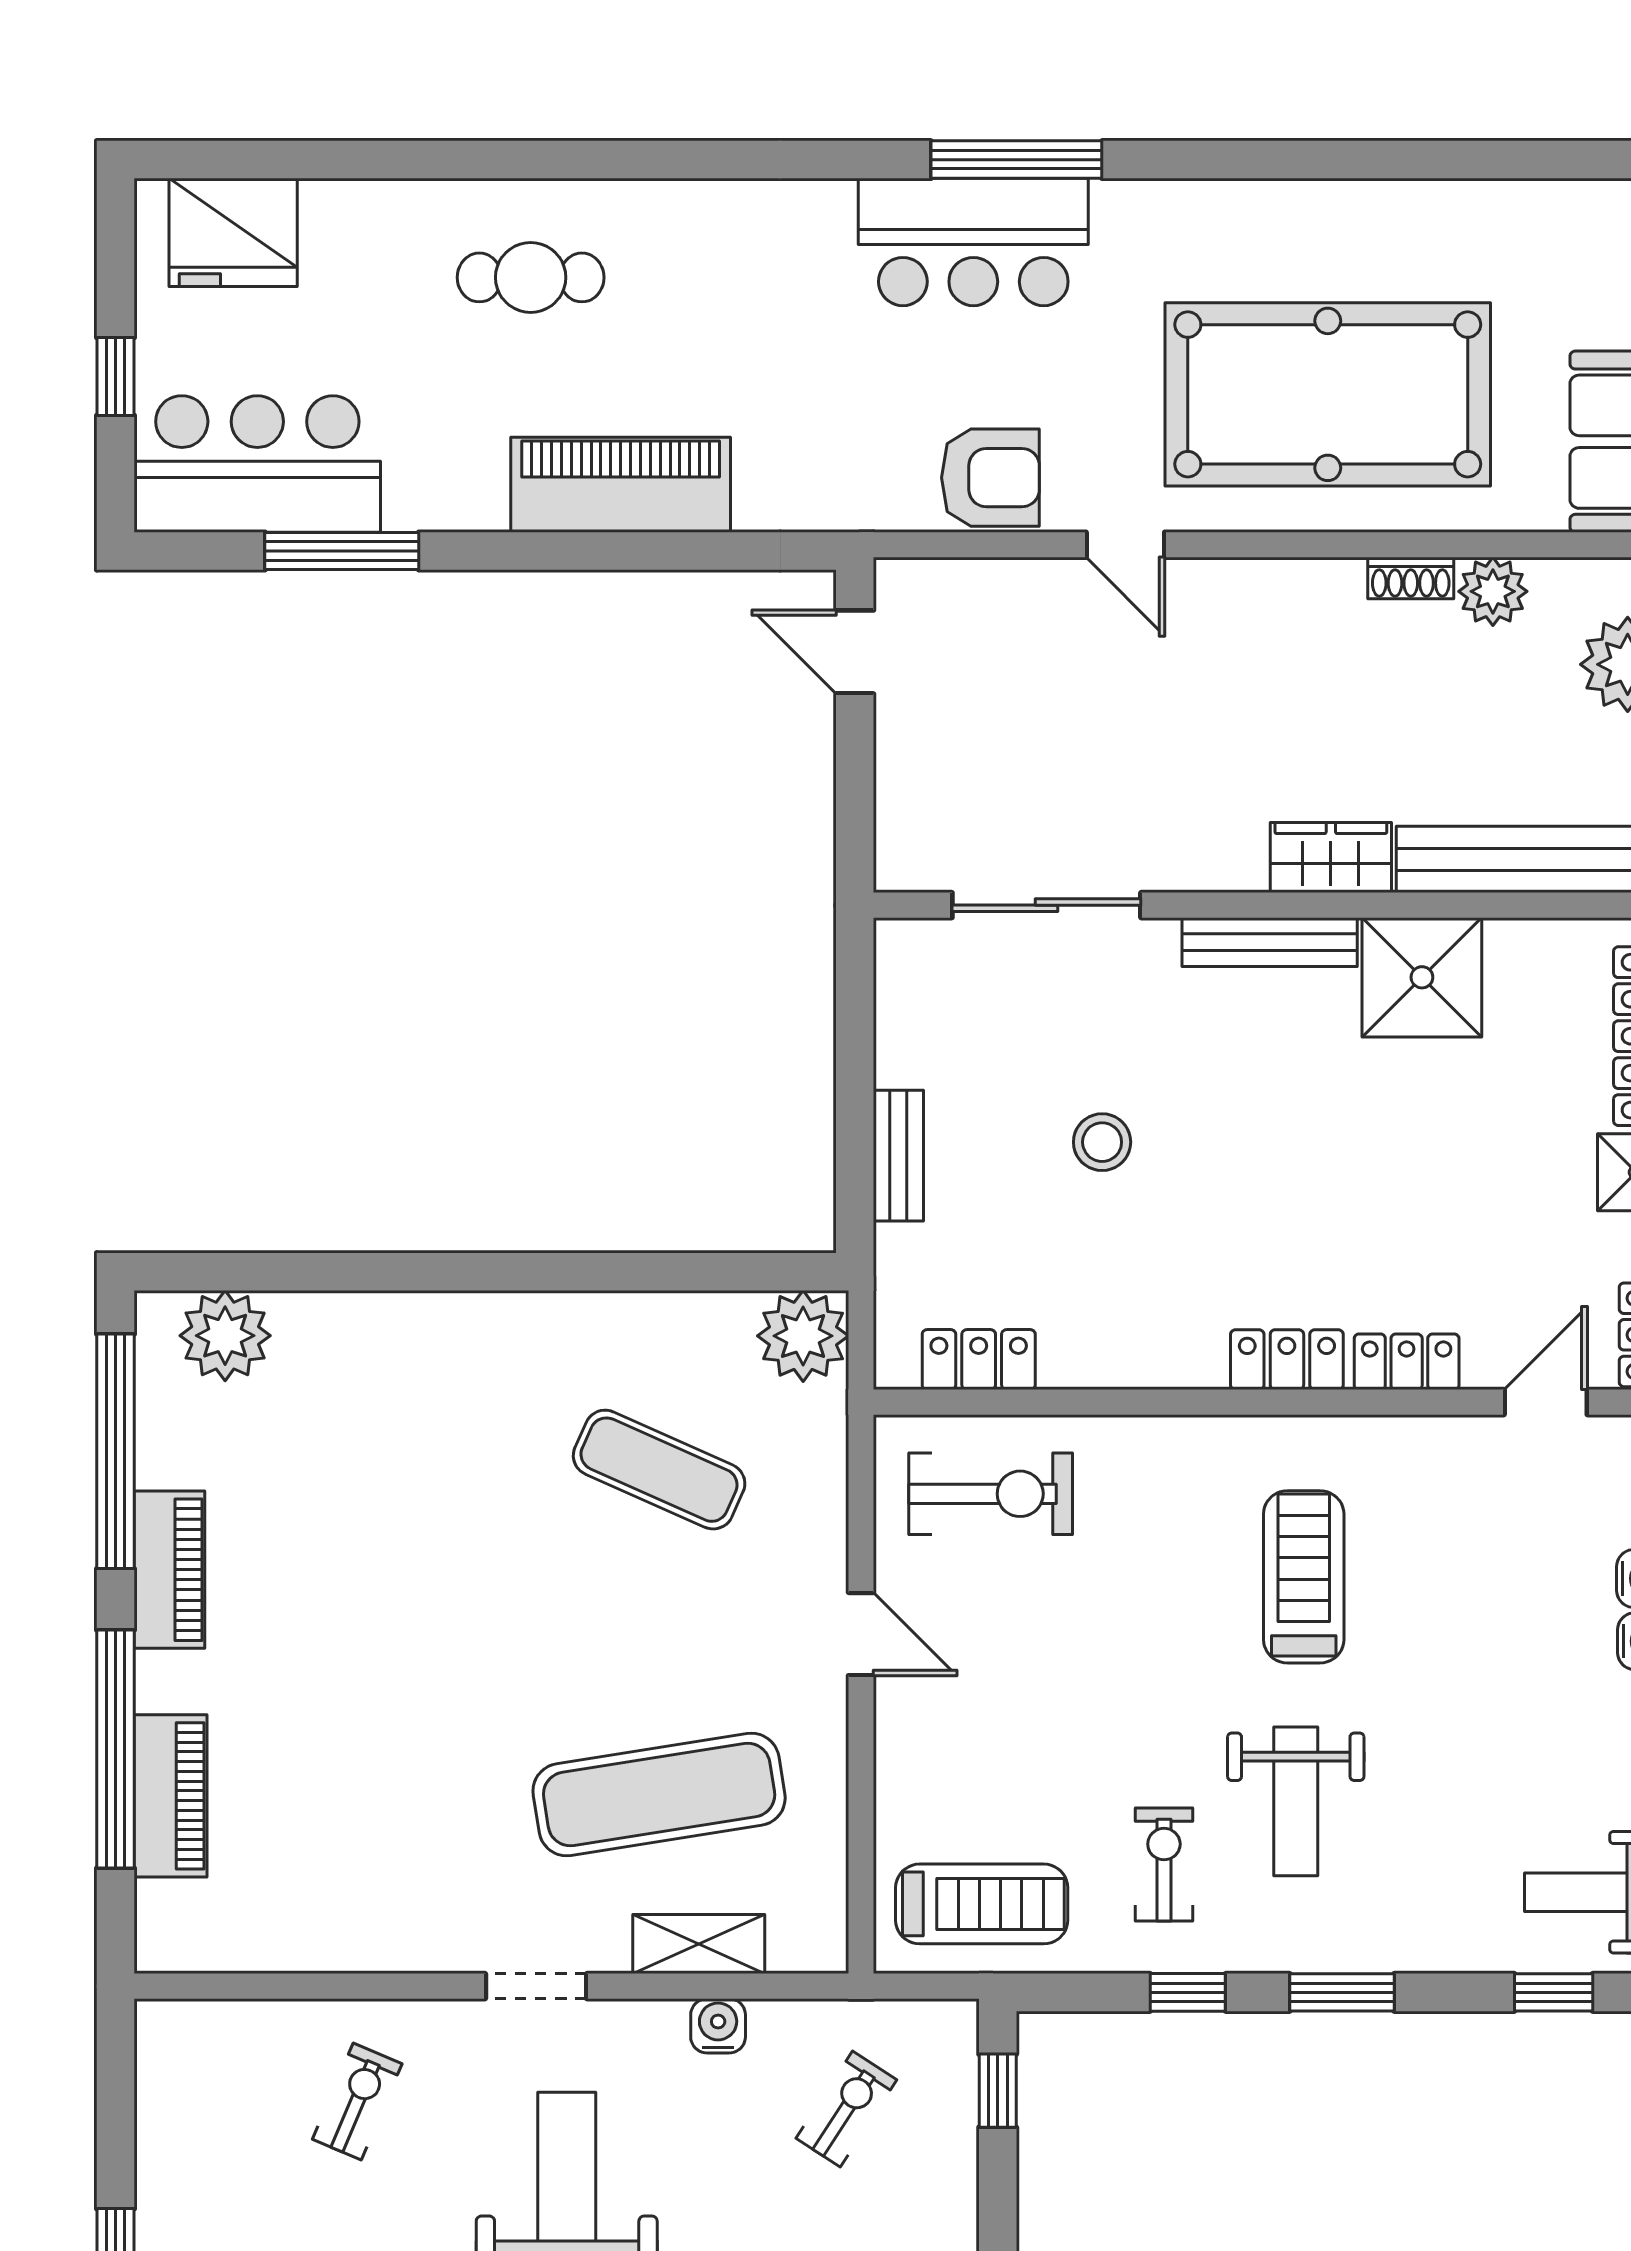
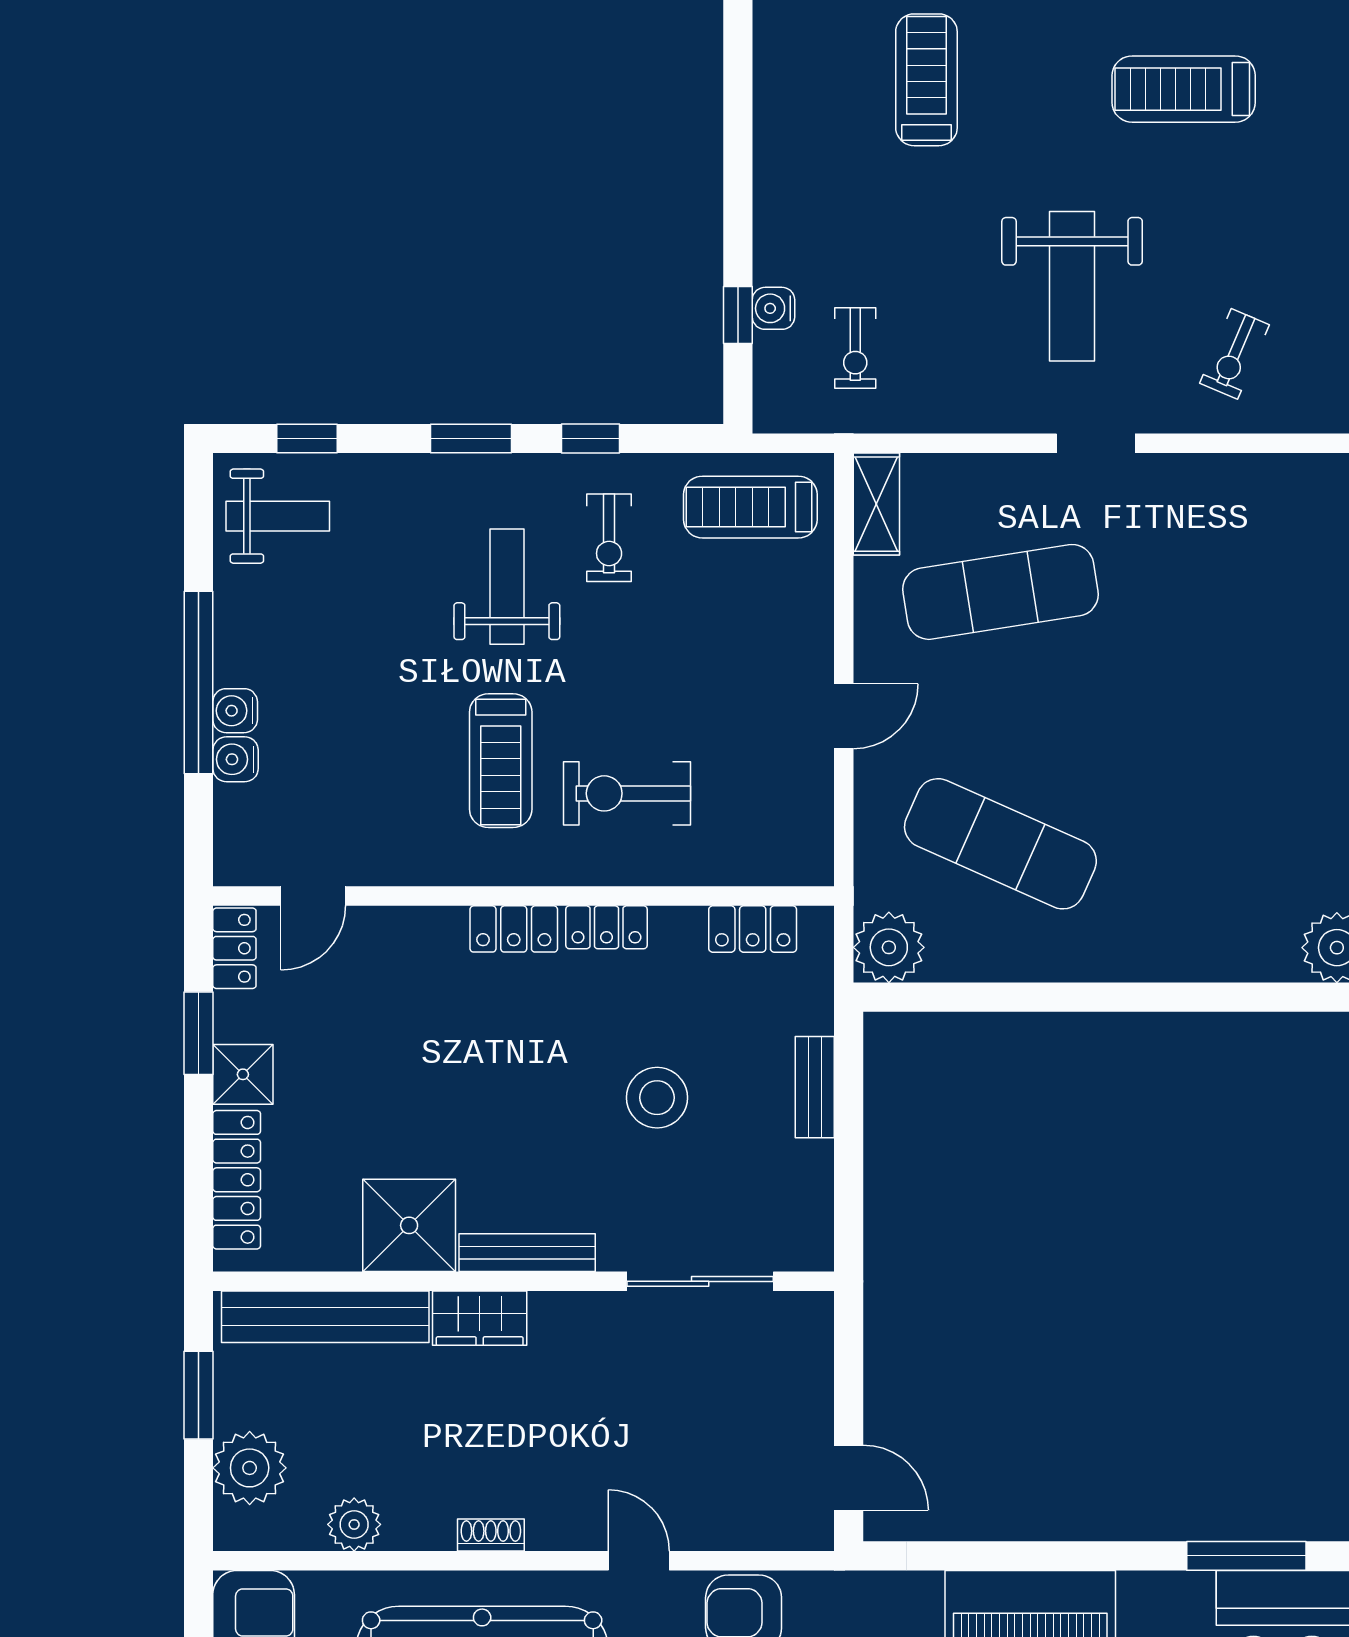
shoe rack: (1411, 578) -> (491, 1535), moved
stool: (1102, 1142) -> (657, 1098), width x1.38, depth x1.38
locker: (1407, 1362) -> (606, 927), moved
exercise mat: (659, 1470) -> (1000, 844), width x1.36, depth x1.45
exercise bike: (991, 1494) -> (627, 793), moved
door: (861, 1634) -> (844, 716), swing flipped
shelving: (699, 1944) -> (876, 504), moved, turned 90
water cooler: (718, 2026) -> (773, 308), moved, turned 90
window: (998, 2091) -> (738, 315), moved
exercise bike: (846, 2109) -> (855, 348), turned -33

